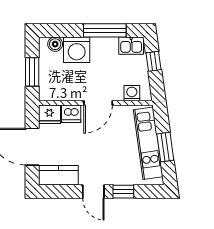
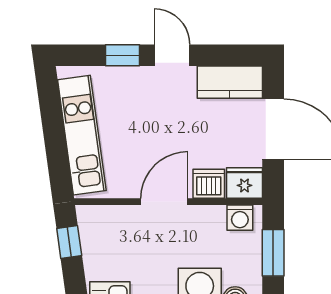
window: (153, 61) -> (69, 242), moved
washing machine: (132, 93) -> (240, 218), moved
window: (165, 147) -> (54, 129), removed

